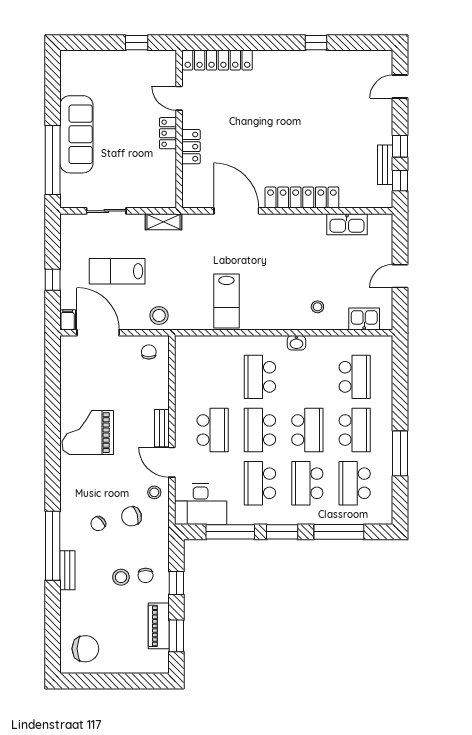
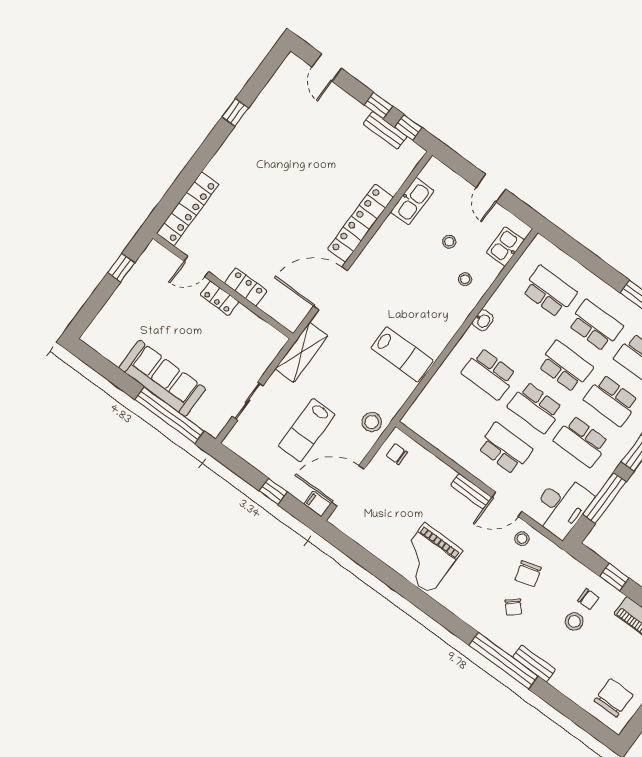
shelving: (164, 222) -> (302, 352), width x1.50, depth x1.33
stool: (337, 274) -> (449, 242), added

